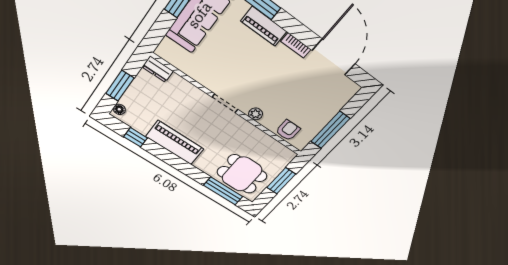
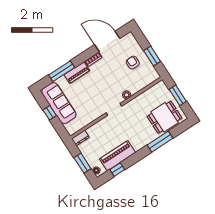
armchair: (288, 130) -> (133, 63), moved
window: (330, 130) -> (152, 56), width x0.69
piano: (175, 143) -> (117, 156), moved
window: (223, 191) -> (160, 142), moved

